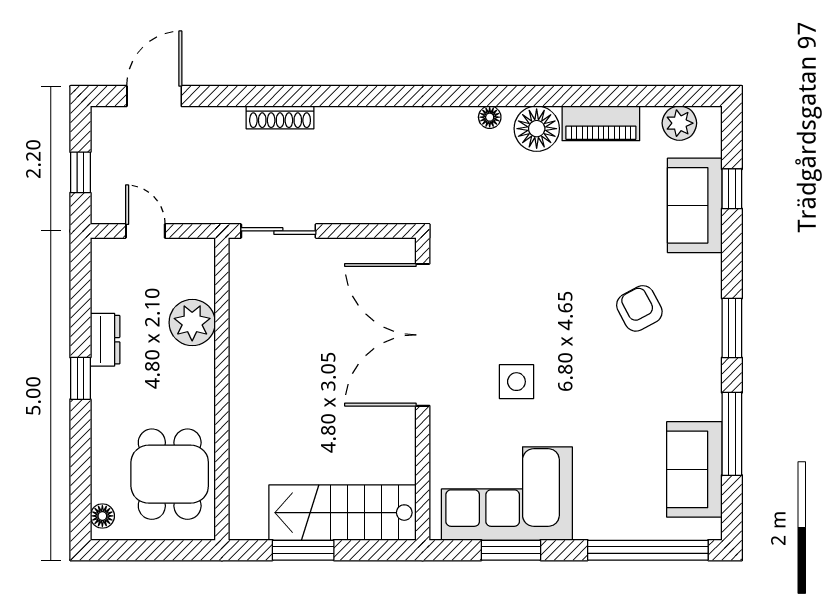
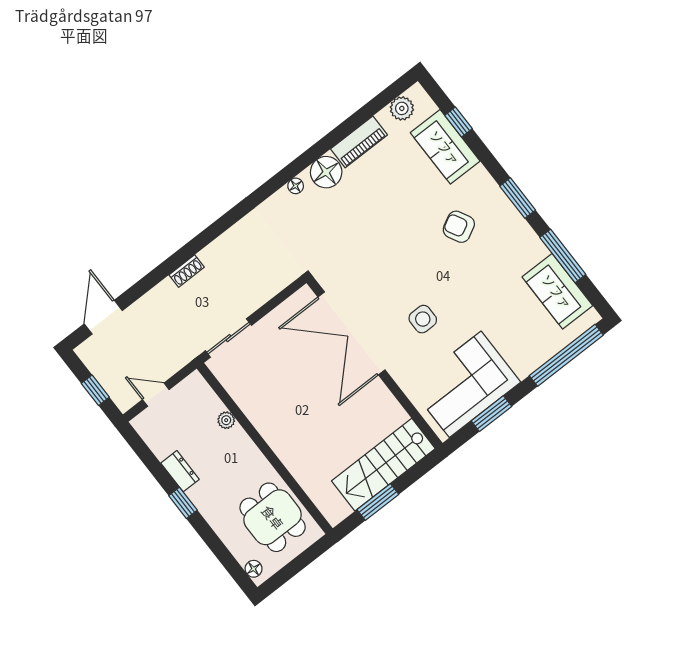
shoe rack: (280, 117) -> (187, 271), width x0.70
plant: (192, 323) -> (226, 420), width x0.53, depth x0.53

